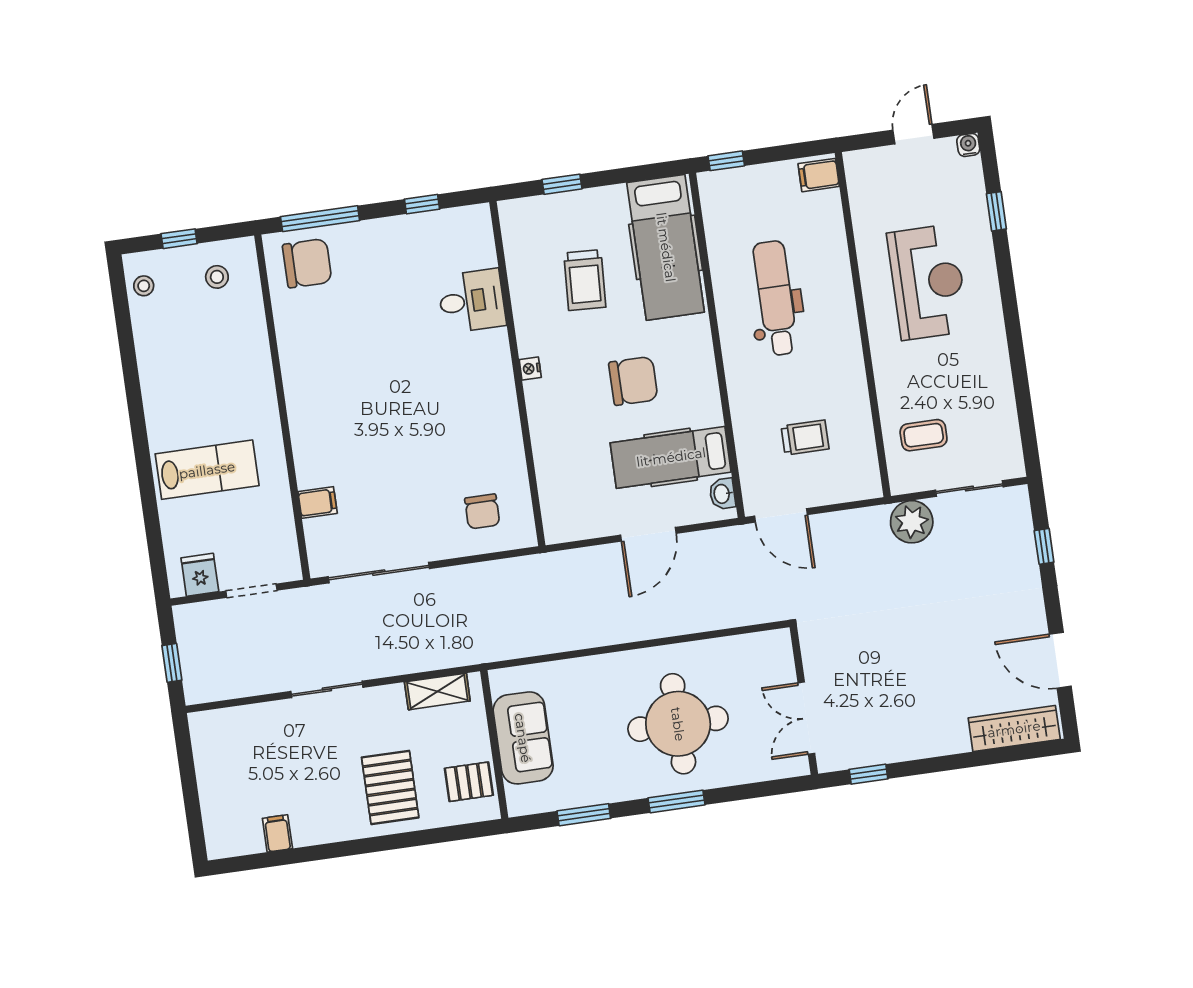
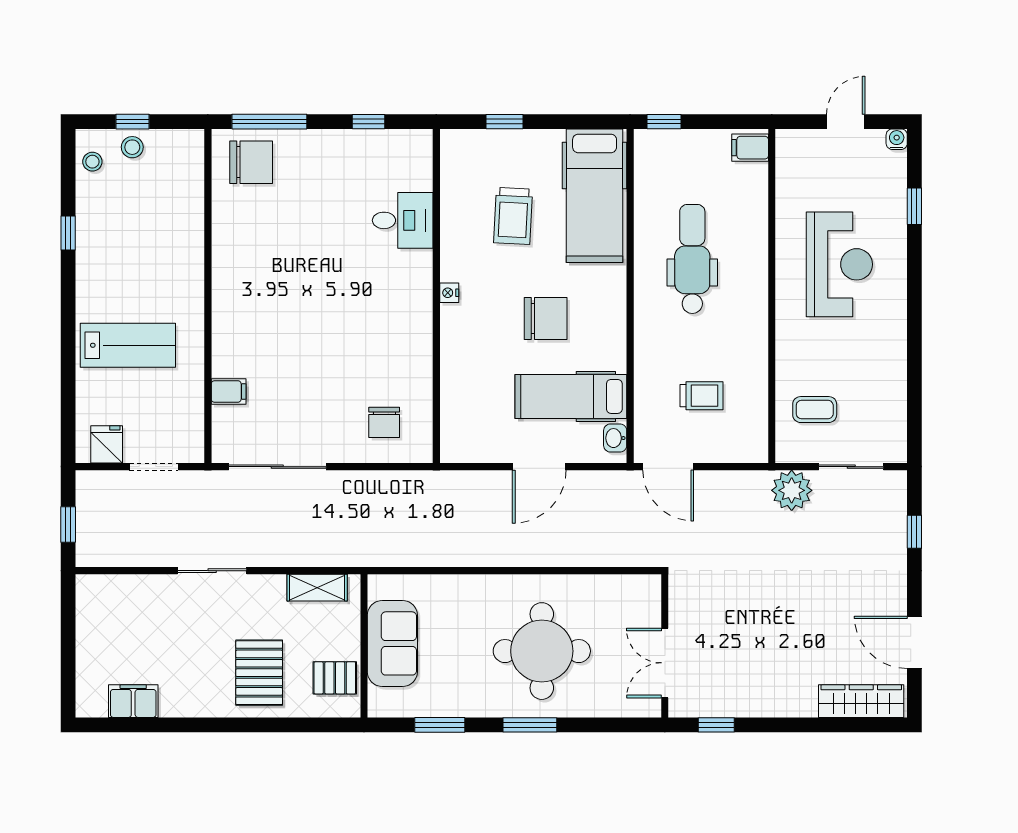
stool: (217, 277) -> (132, 147), moved
window: (129, 363) -> (68, 233), added
filing cabinet: (277, 833) -> (133, 701), width x2.00

